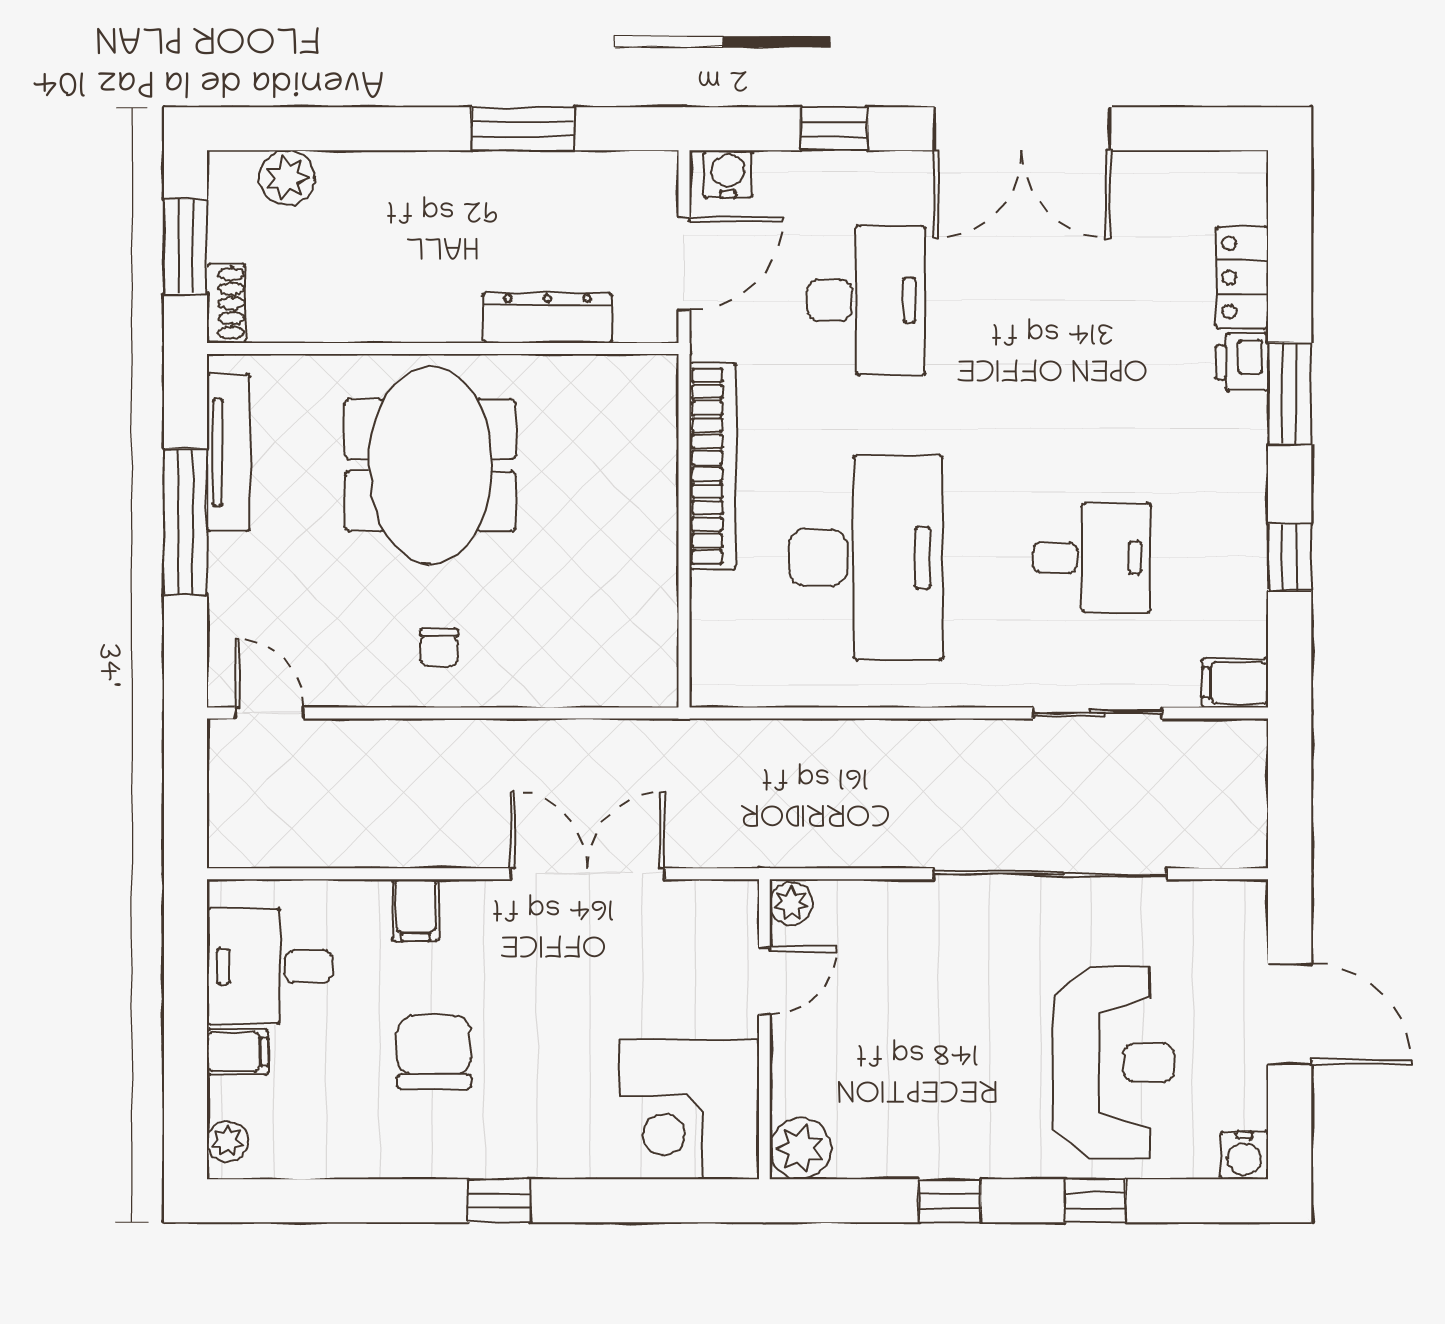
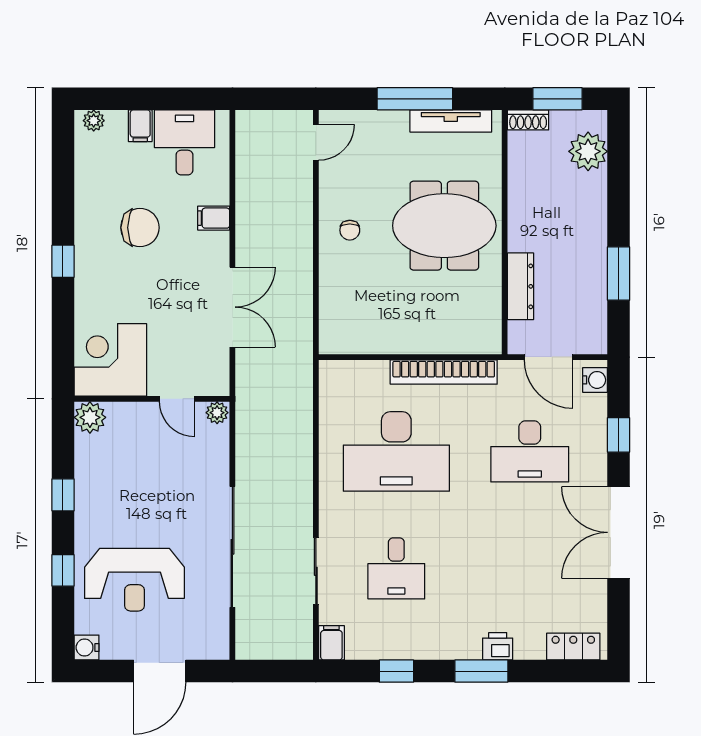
plant: (287, 178) -> (588, 151), width x1.36, depth x1.36
locker: (1242, 278) -> (573, 646), moved
chair: (439, 647) -> (350, 230), turned -90

